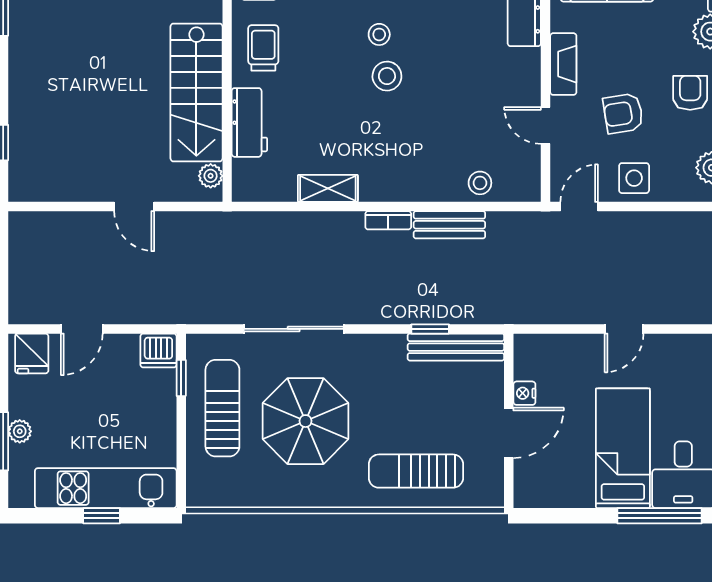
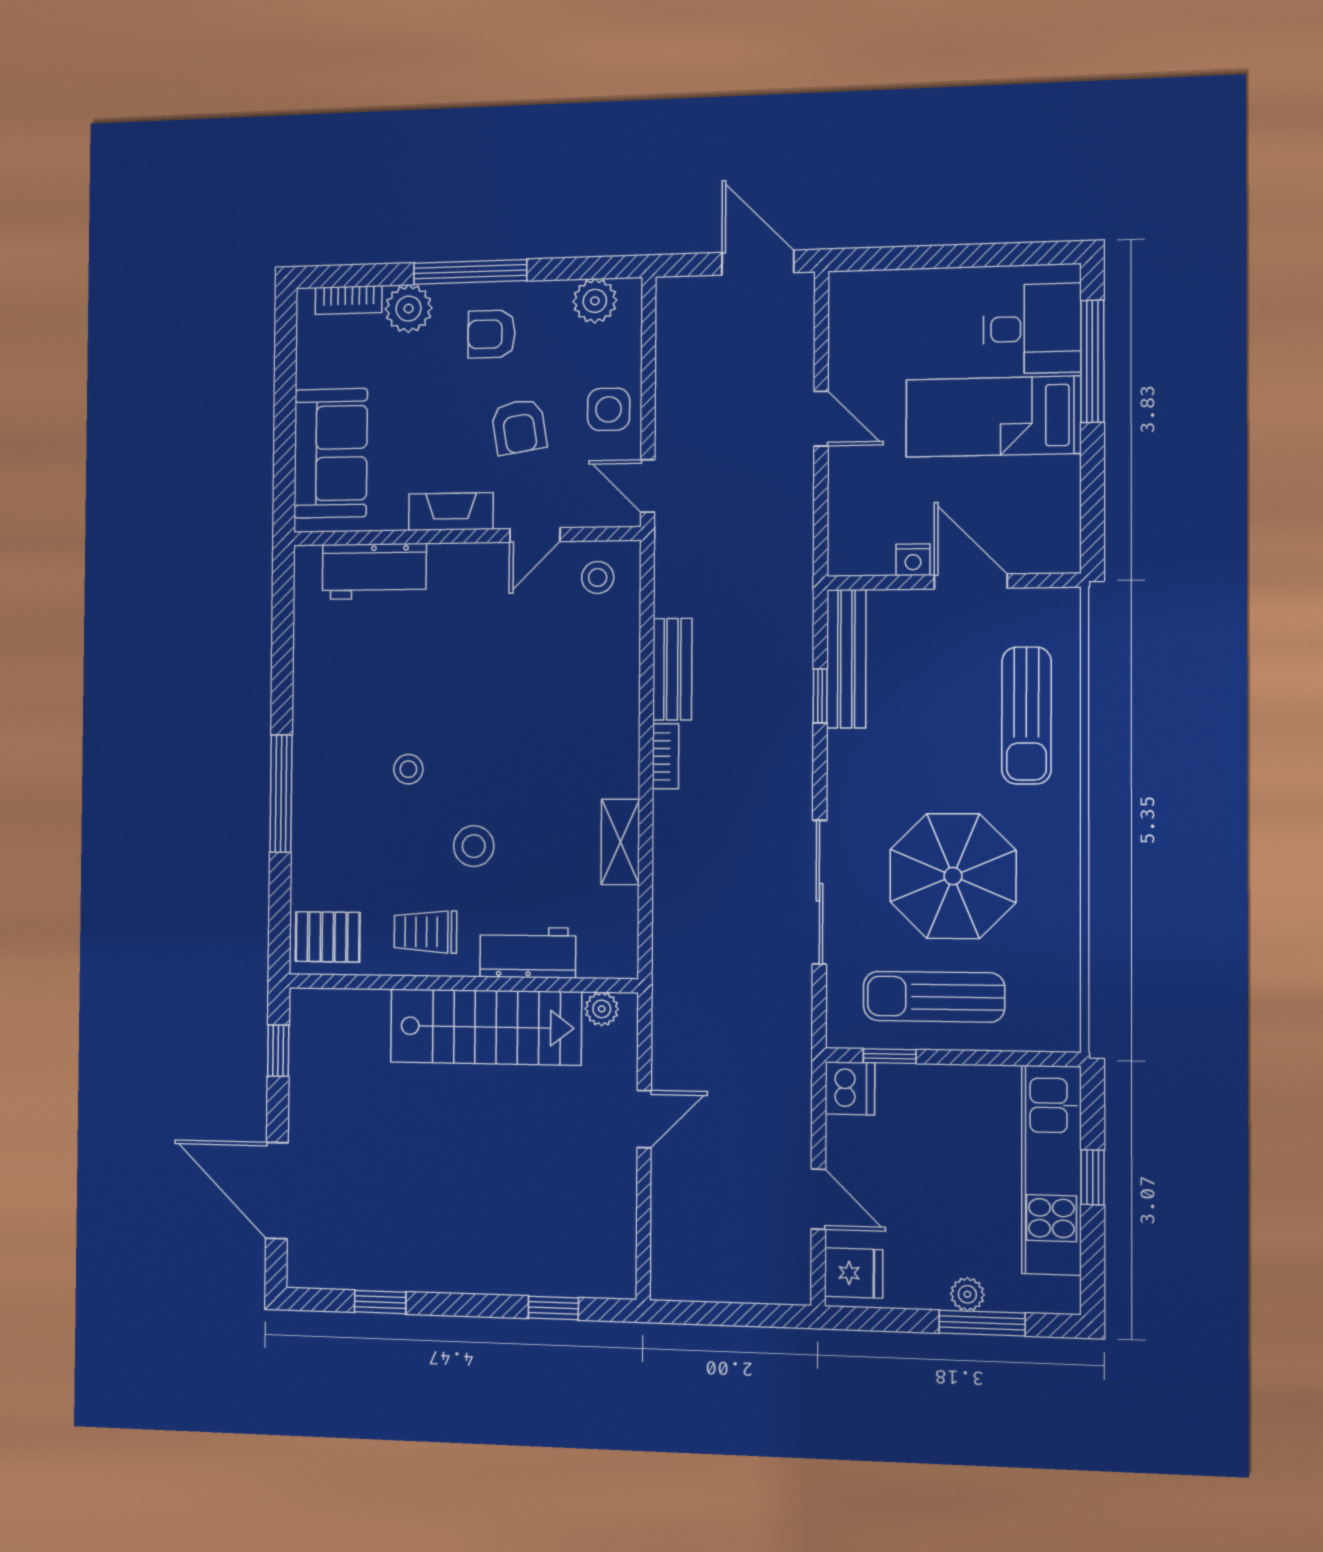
stool: (387, 76) -> (474, 846), moved
stool: (480, 183) -> (598, 577), moved

